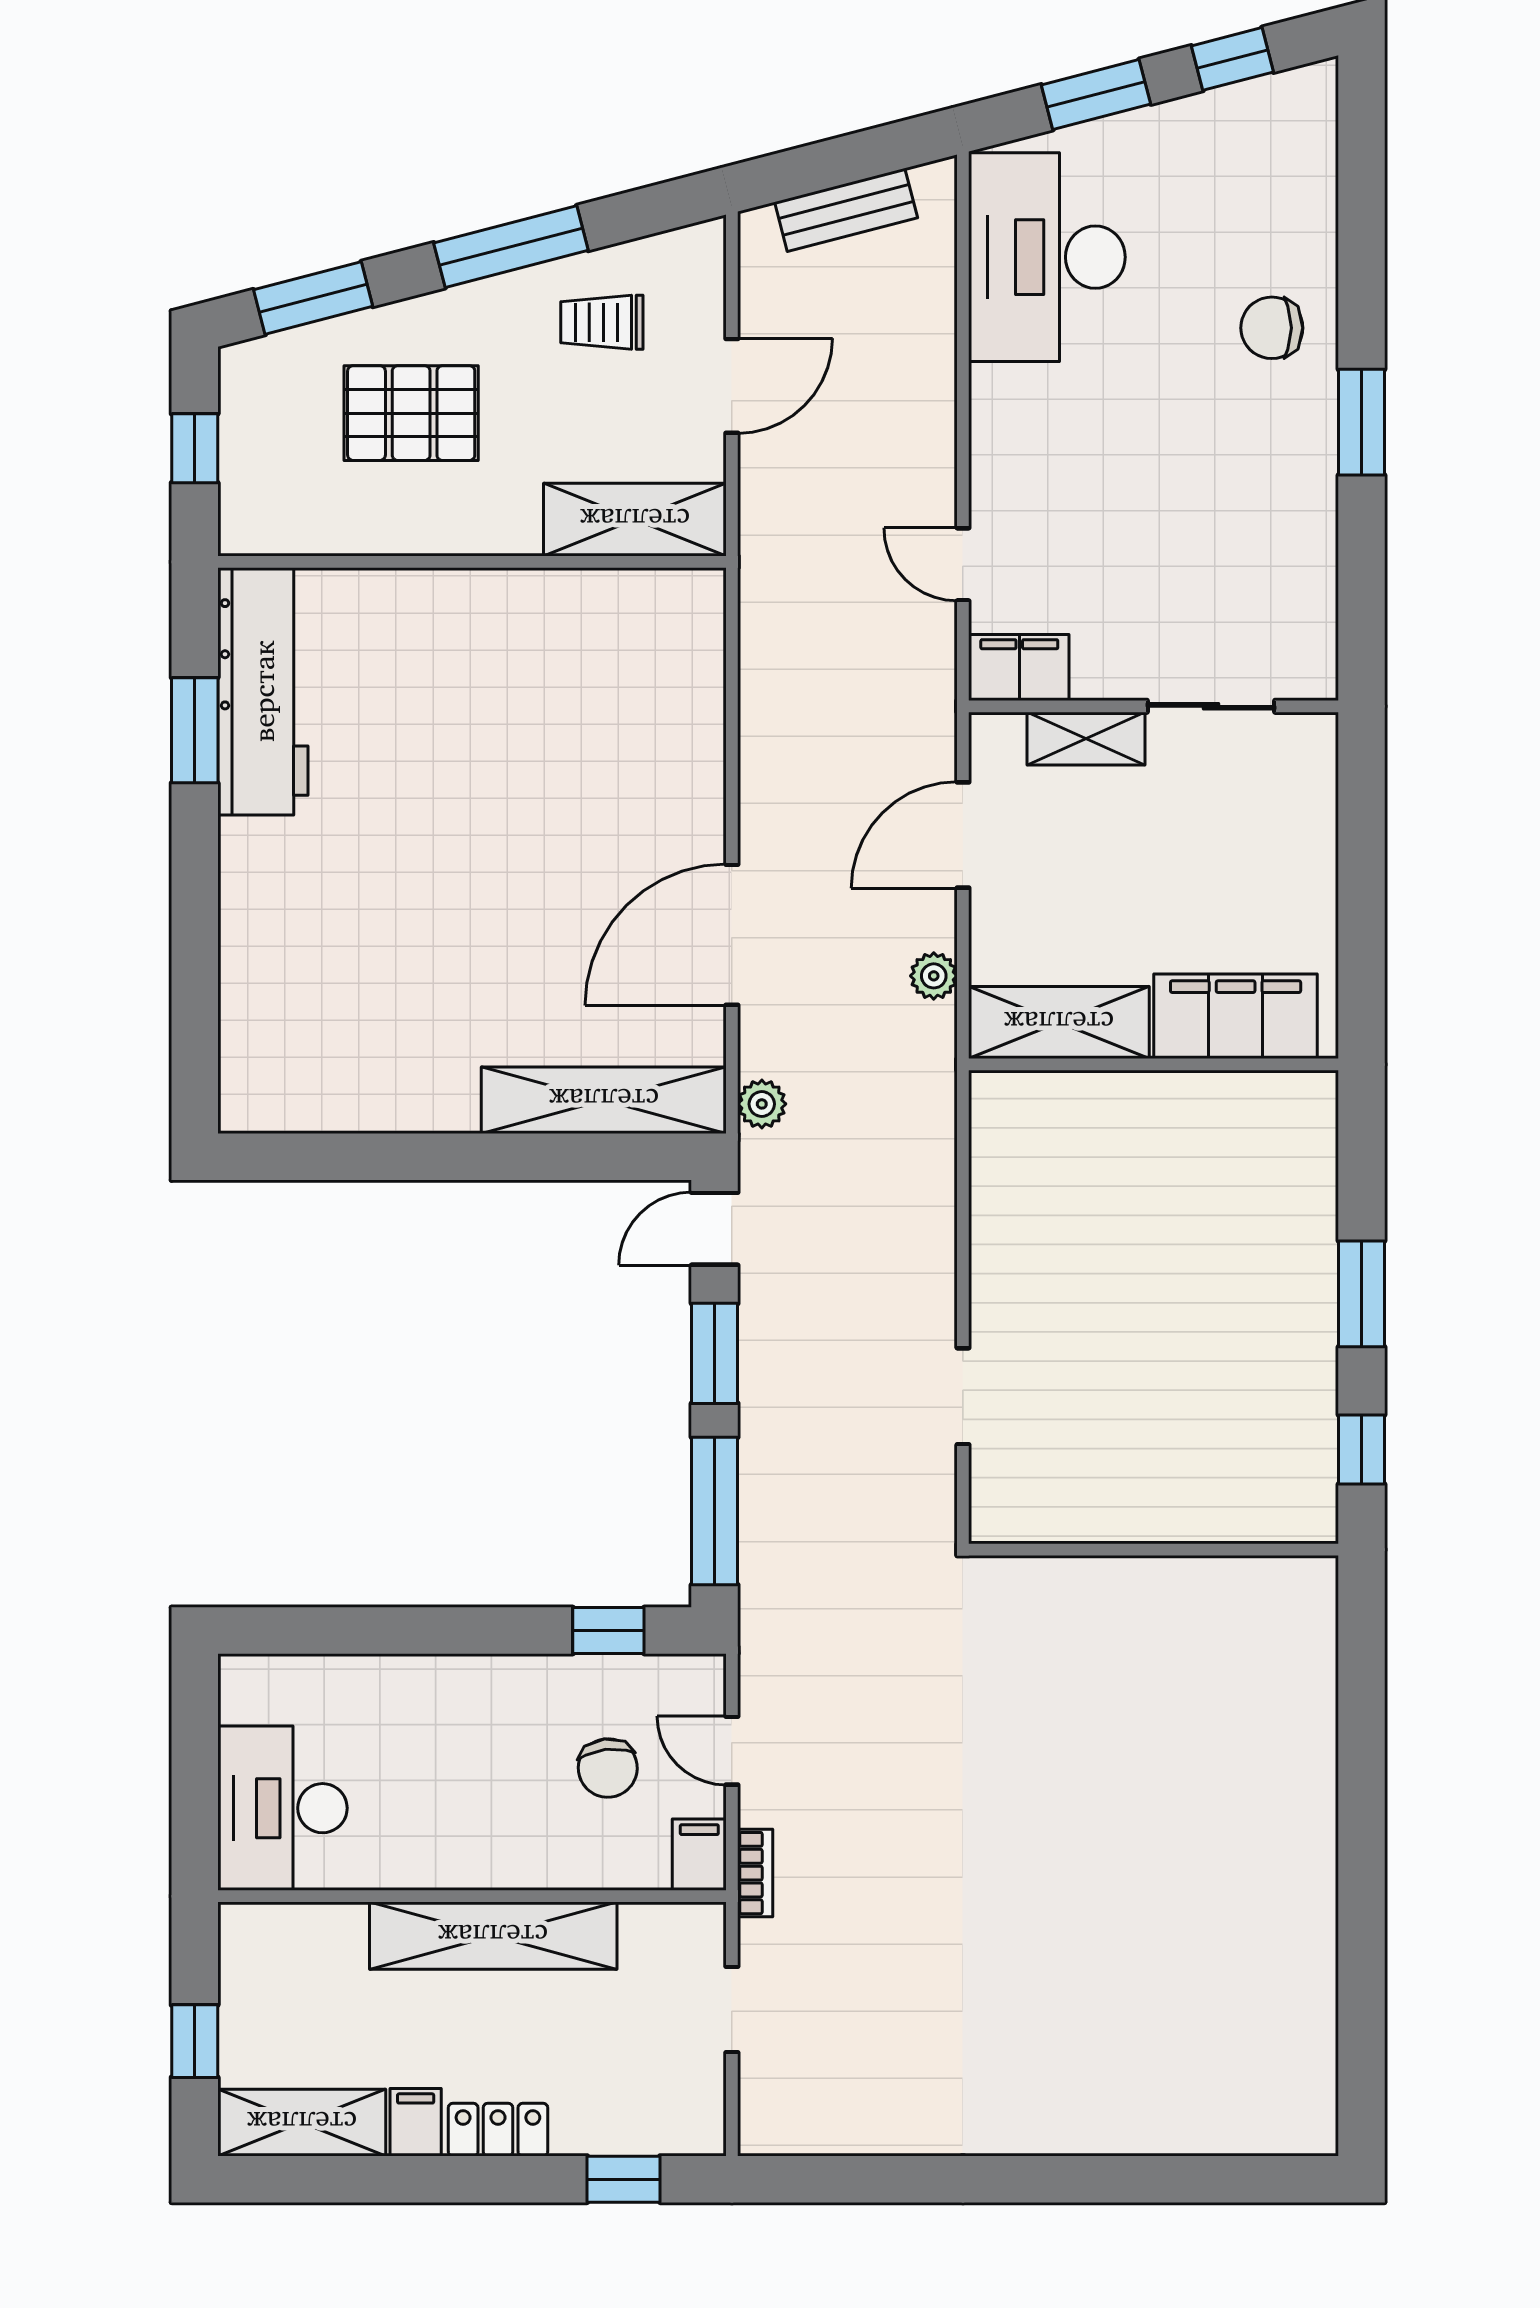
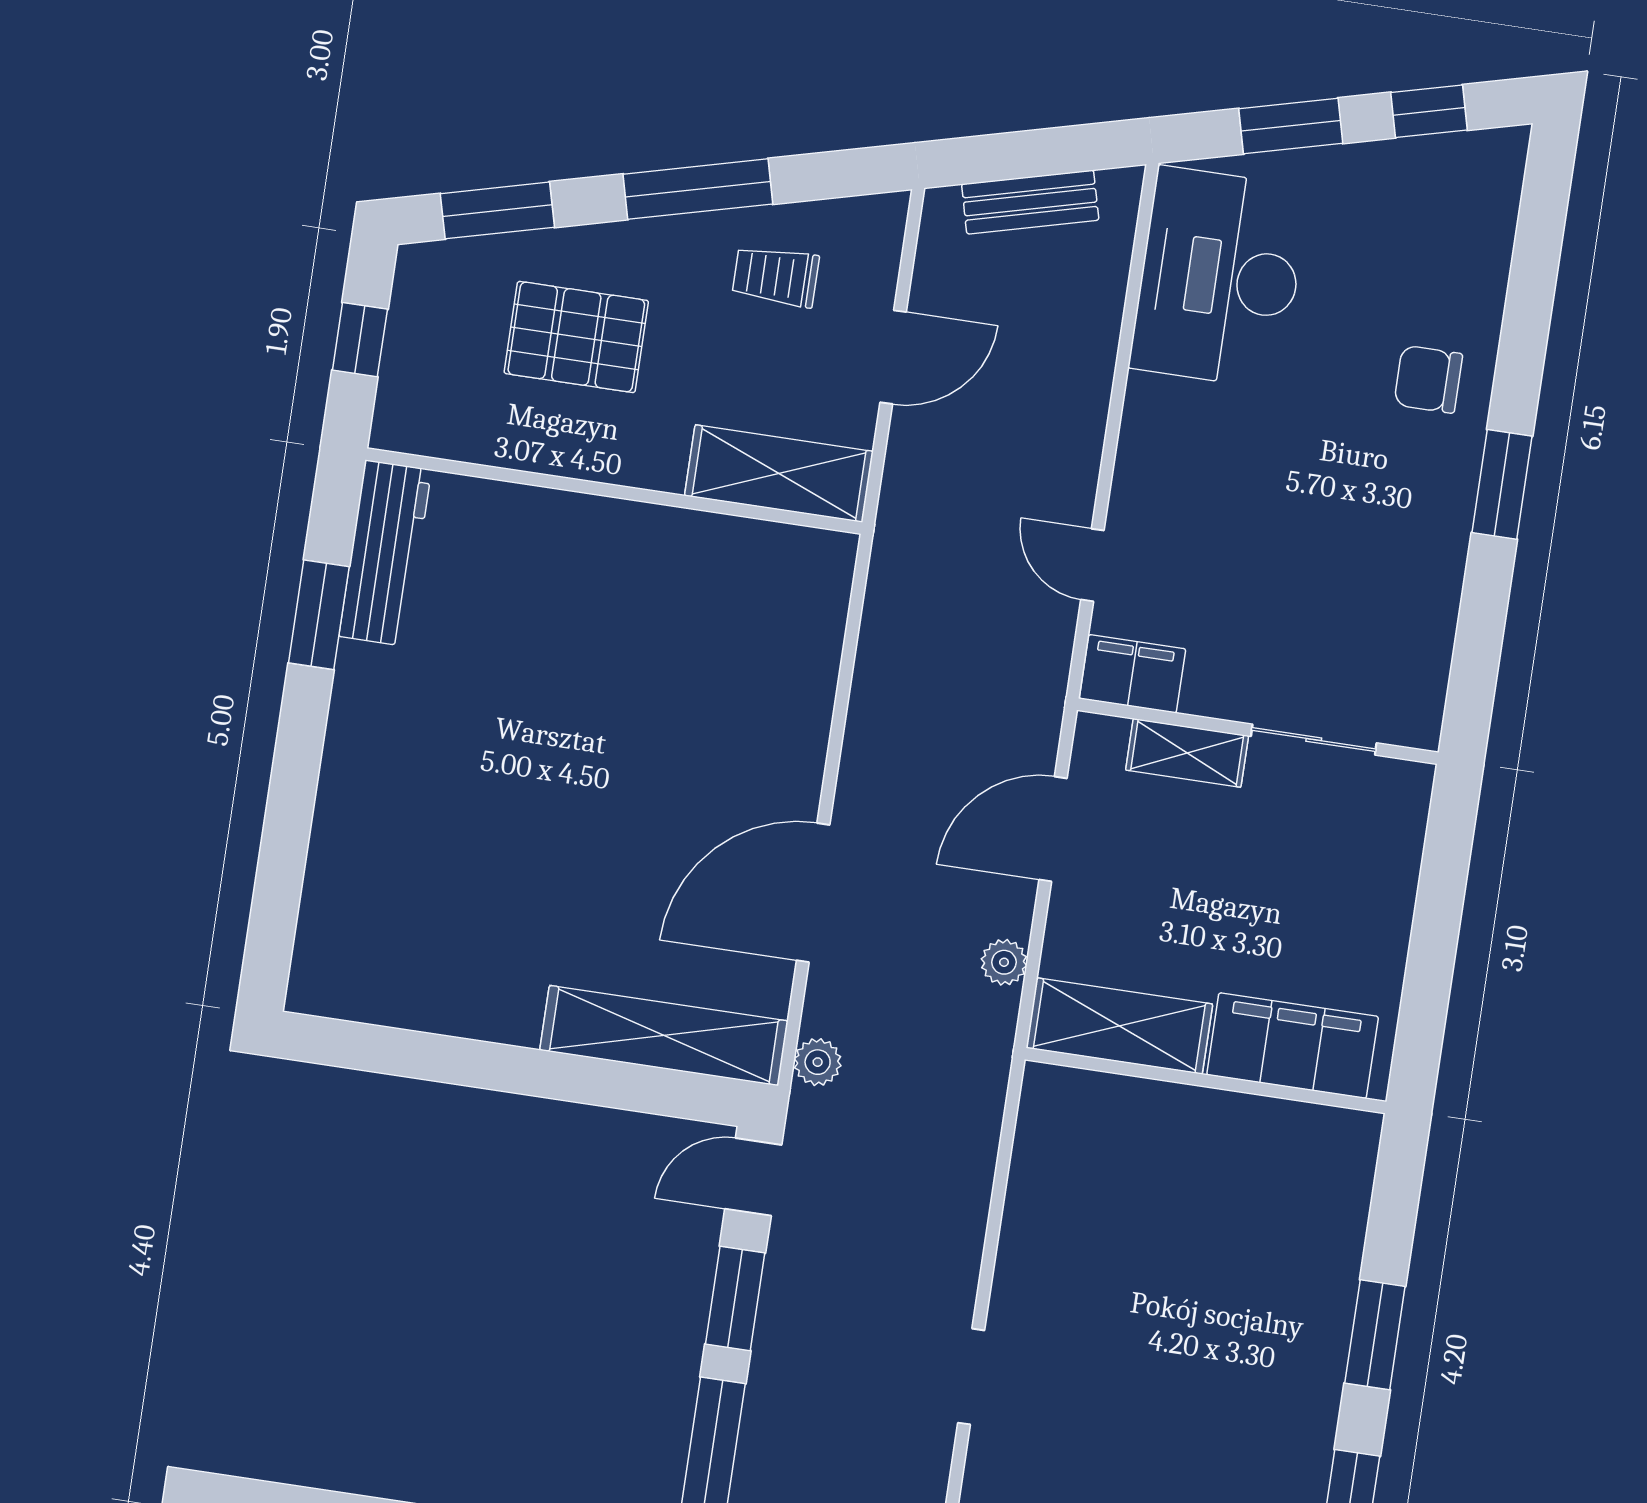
workbench: (263, 691) -> (385, 553), width x0.73, depth x0.76

